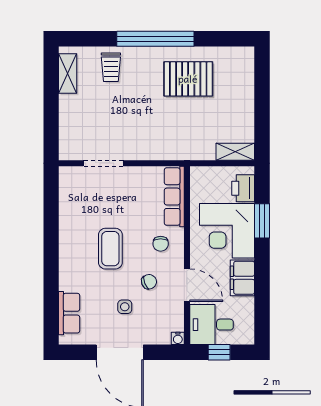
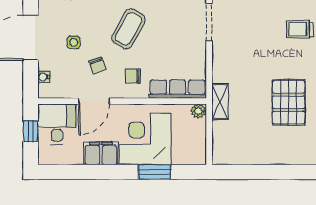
shelving: (235, 152) -> (220, 101), moved
plant: (198, 175) -> (198, 111), added
printer: (243, 188) -> (186, 154), removed
coffee table: (110, 249) -> (129, 29), turned -61
water cooler: (178, 338) -> (44, 77), moved

